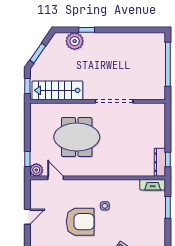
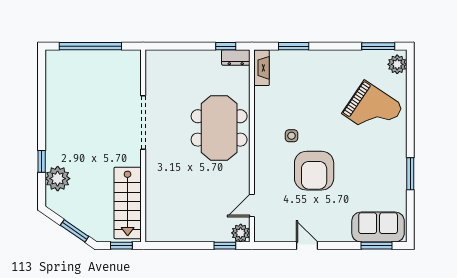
meeting table: (77, 137) -> (219, 128), moved
dresser: (160, 162) -> (236, 57), width x0.70
armchair: (80, 222) -> (314, 171), turned 180

